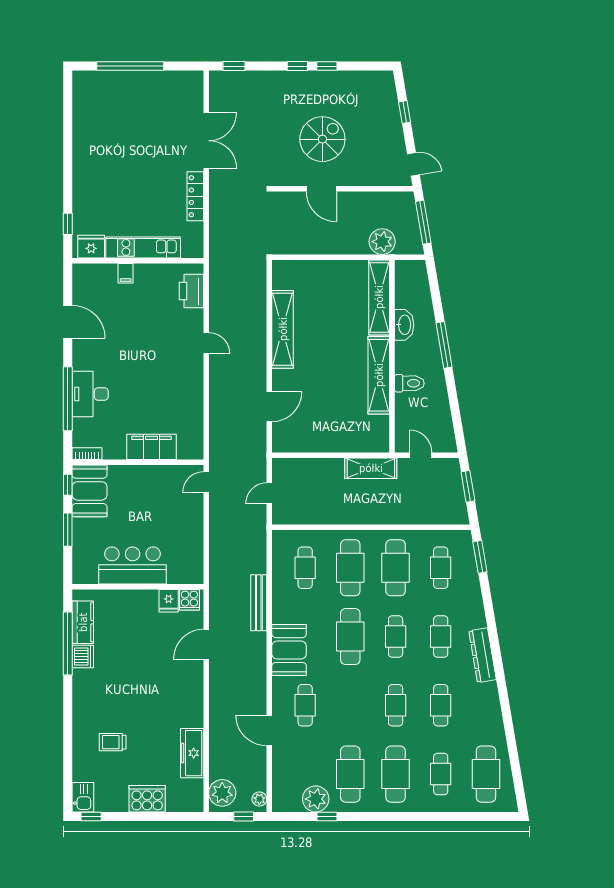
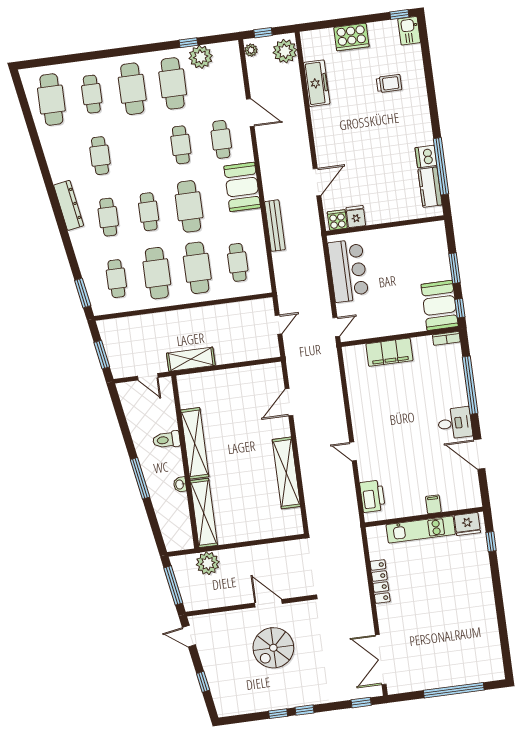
double door: (206, 141) -> (381, 660), moved
washbasin: (404, 325) -> (180, 484), width x0.52, depth x0.69
desk: (90, 394) -> (455, 423), moved, width x0.73
bar counter: (133, 565) -> (348, 271), moved, turned -90
cafe table: (396, 705) -> (181, 145), moved

